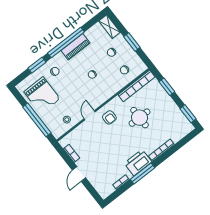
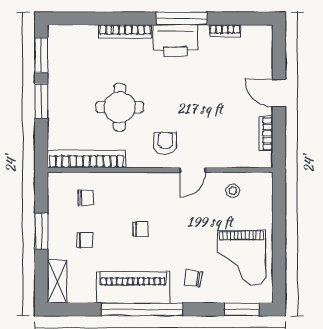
piano: (75, 47) -> (133, 287), width x1.37, depth x1.33
window: (37, 65) -> (241, 309), moved
window: (167, 87) -> (41, 101), moved
grand piano: (42, 95) -> (242, 257), turned 180
window: (37, 120) -> (279, 226), removed
door: (79, 174) -> (279, 93), swing flipped

